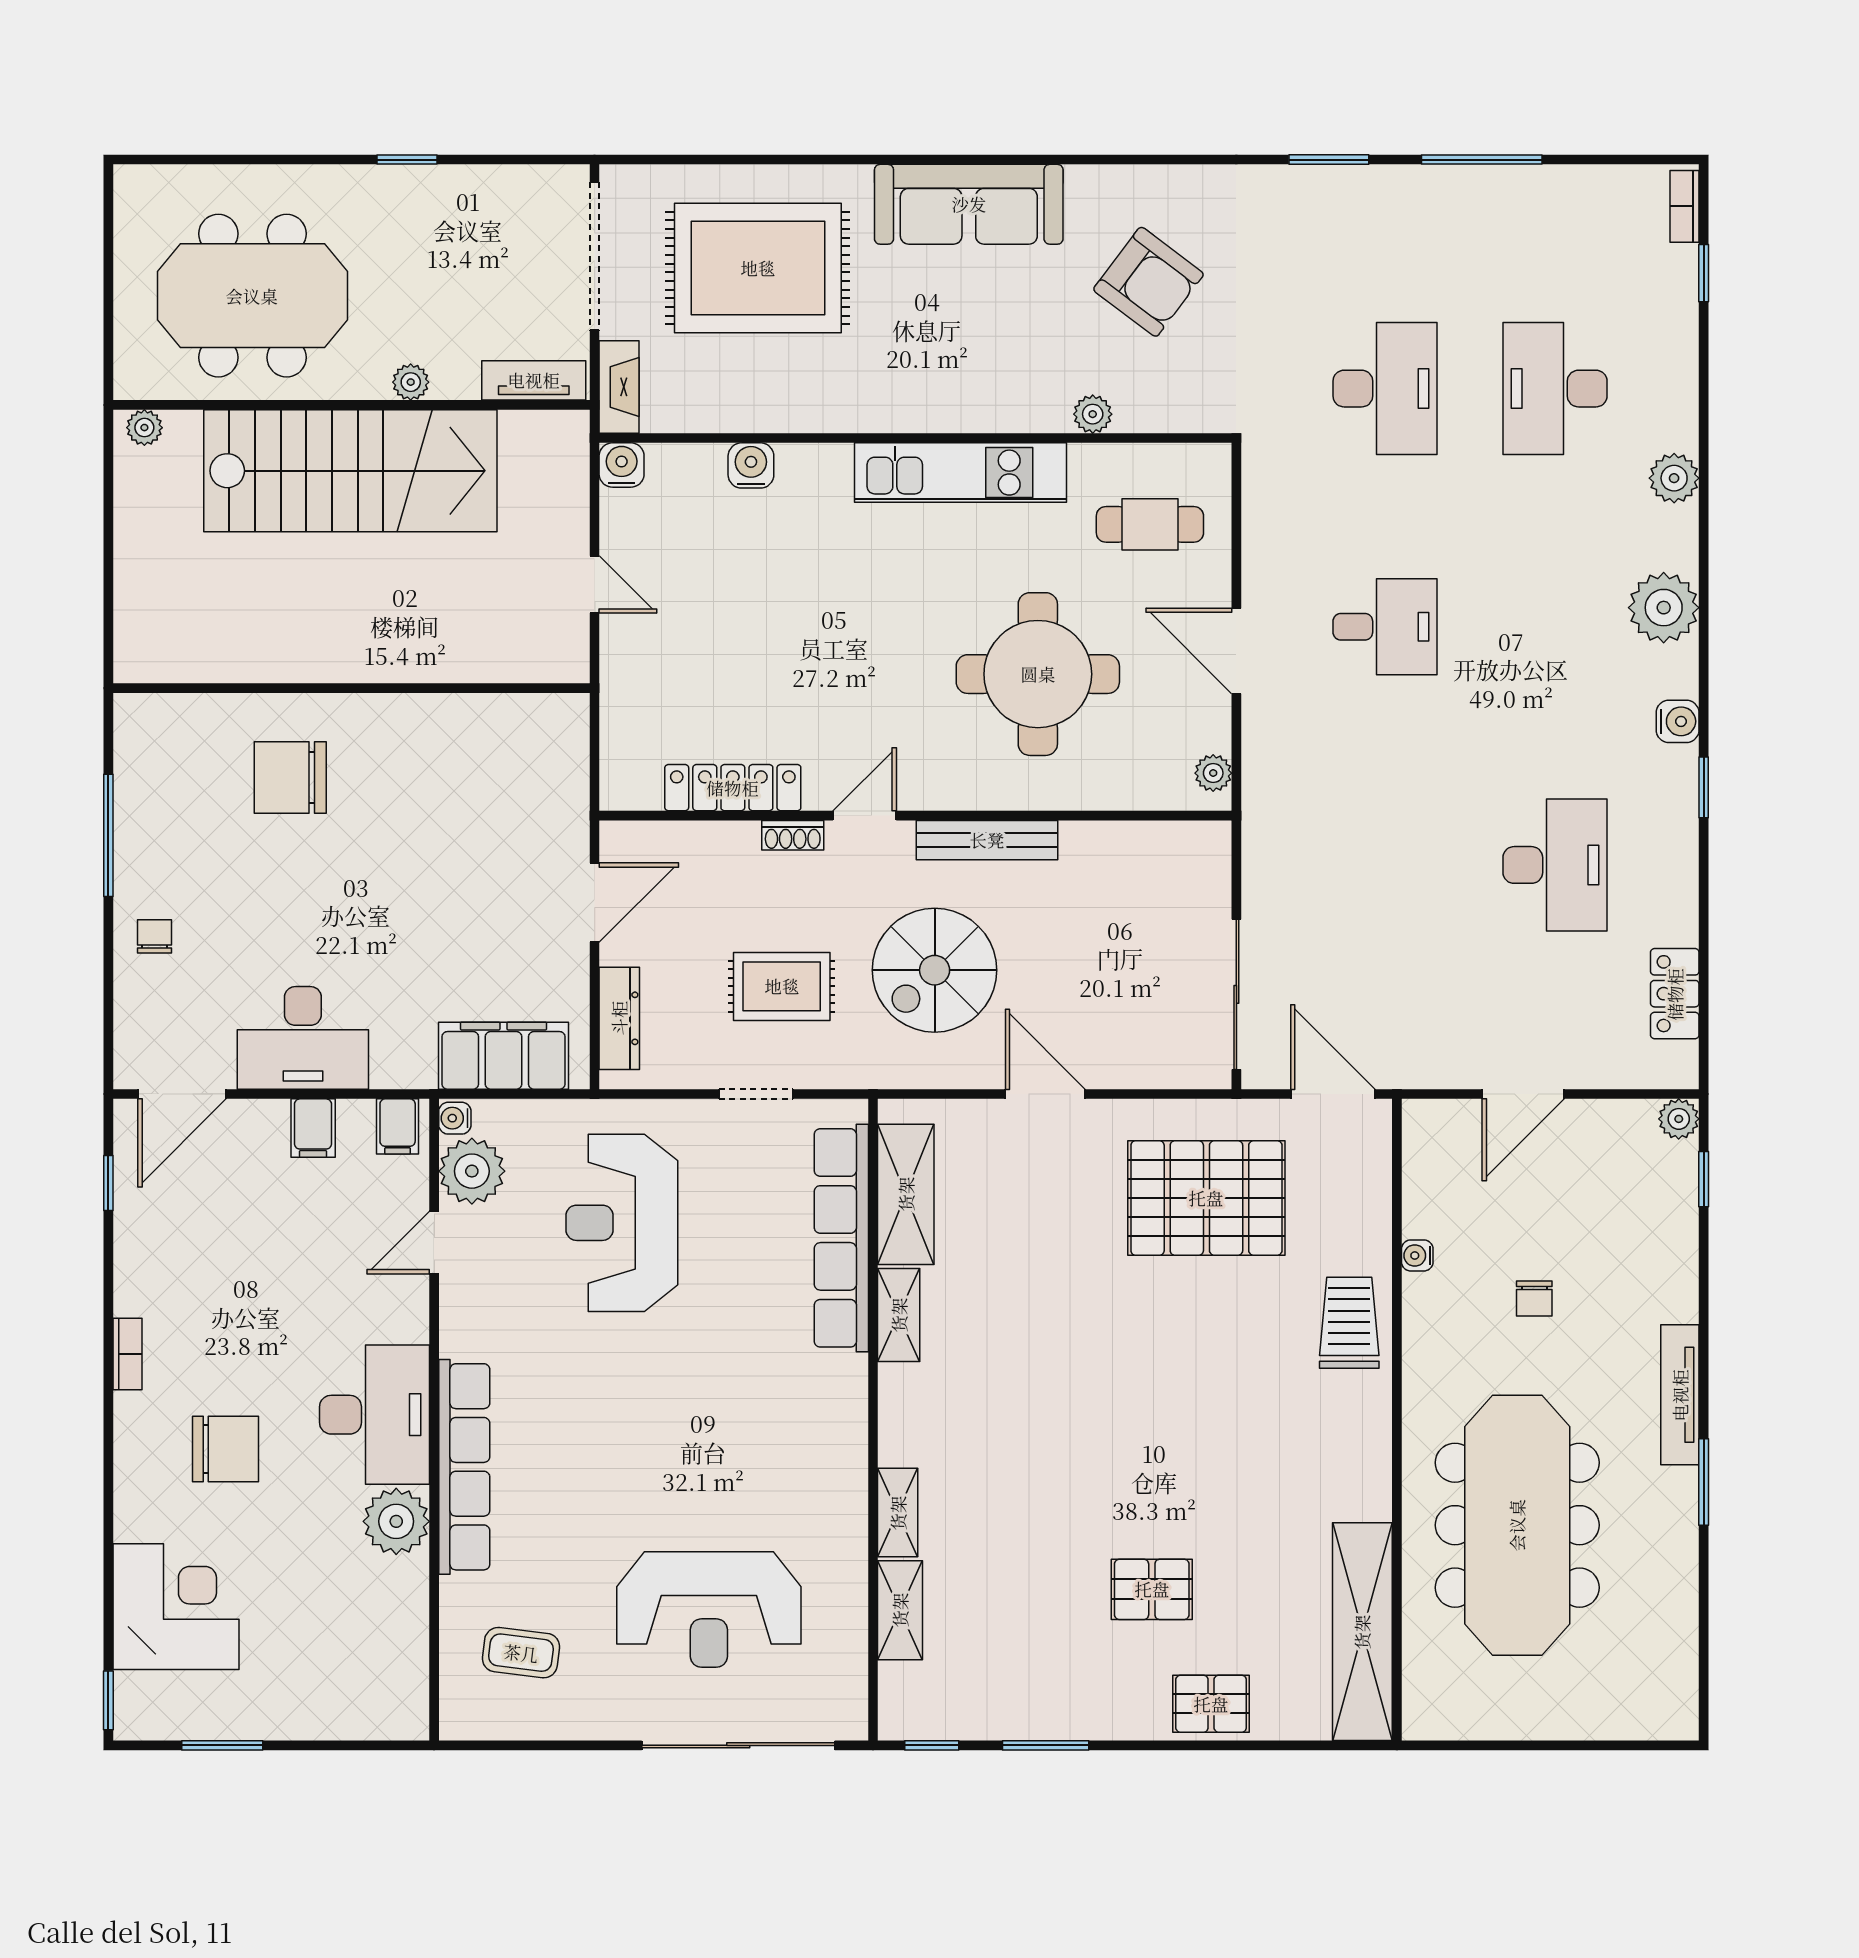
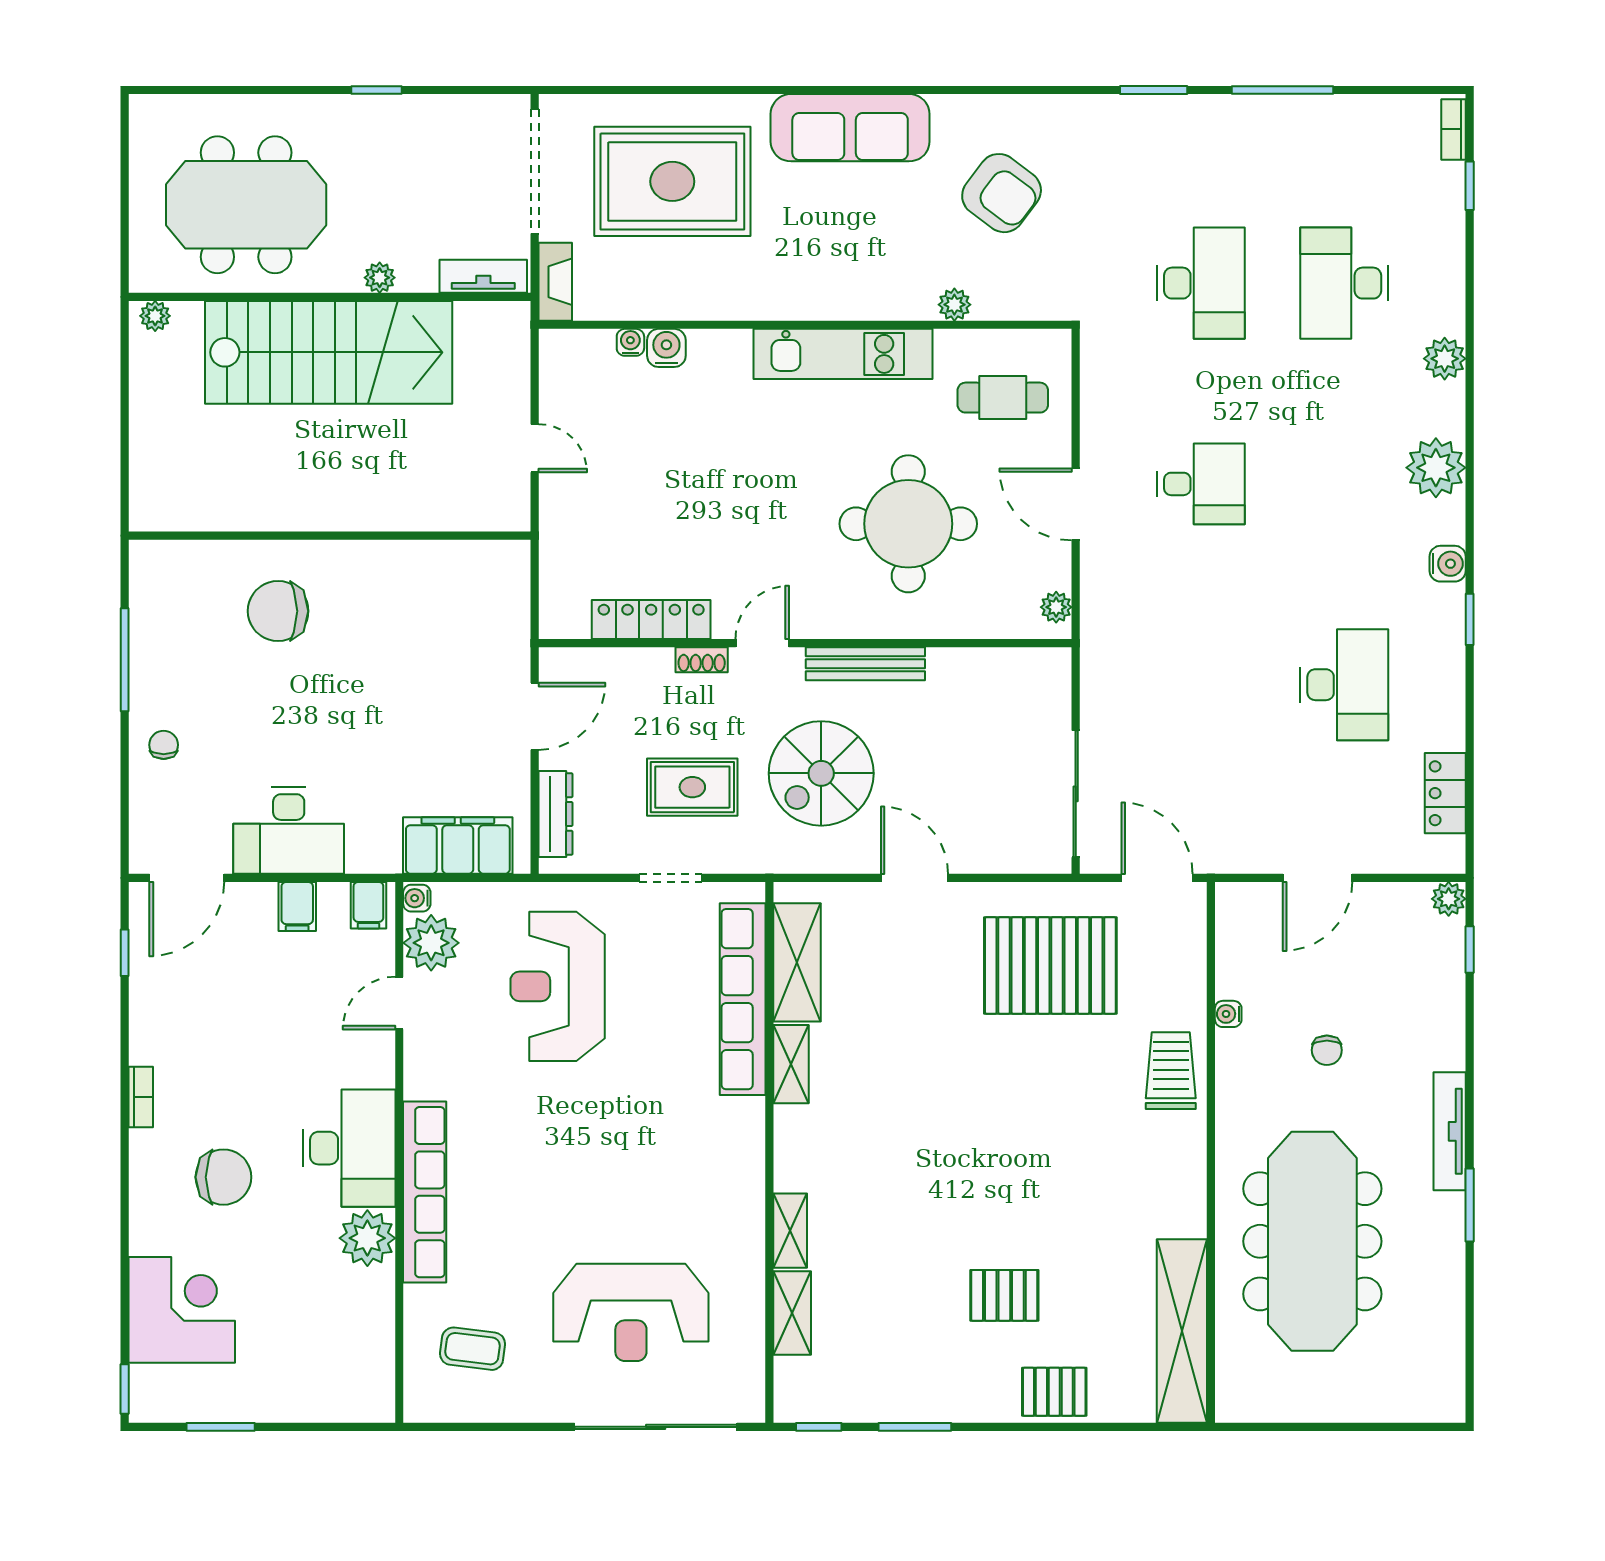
water cooler: (622, 465) -> (630, 342), moved, width x0.72, depth x0.72

